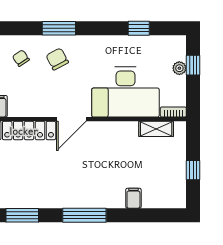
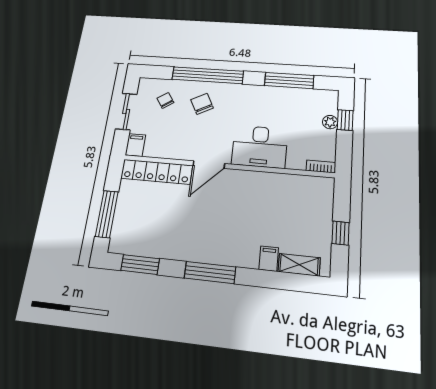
window: (59, 28) -> (208, 75), width x2.11
window: (139, 28) -> (289, 81), width x2.17
desk: (125, 92) -> (260, 147), width x0.73, depth x0.77
shelving: (156, 129) -> (299, 265), moved

